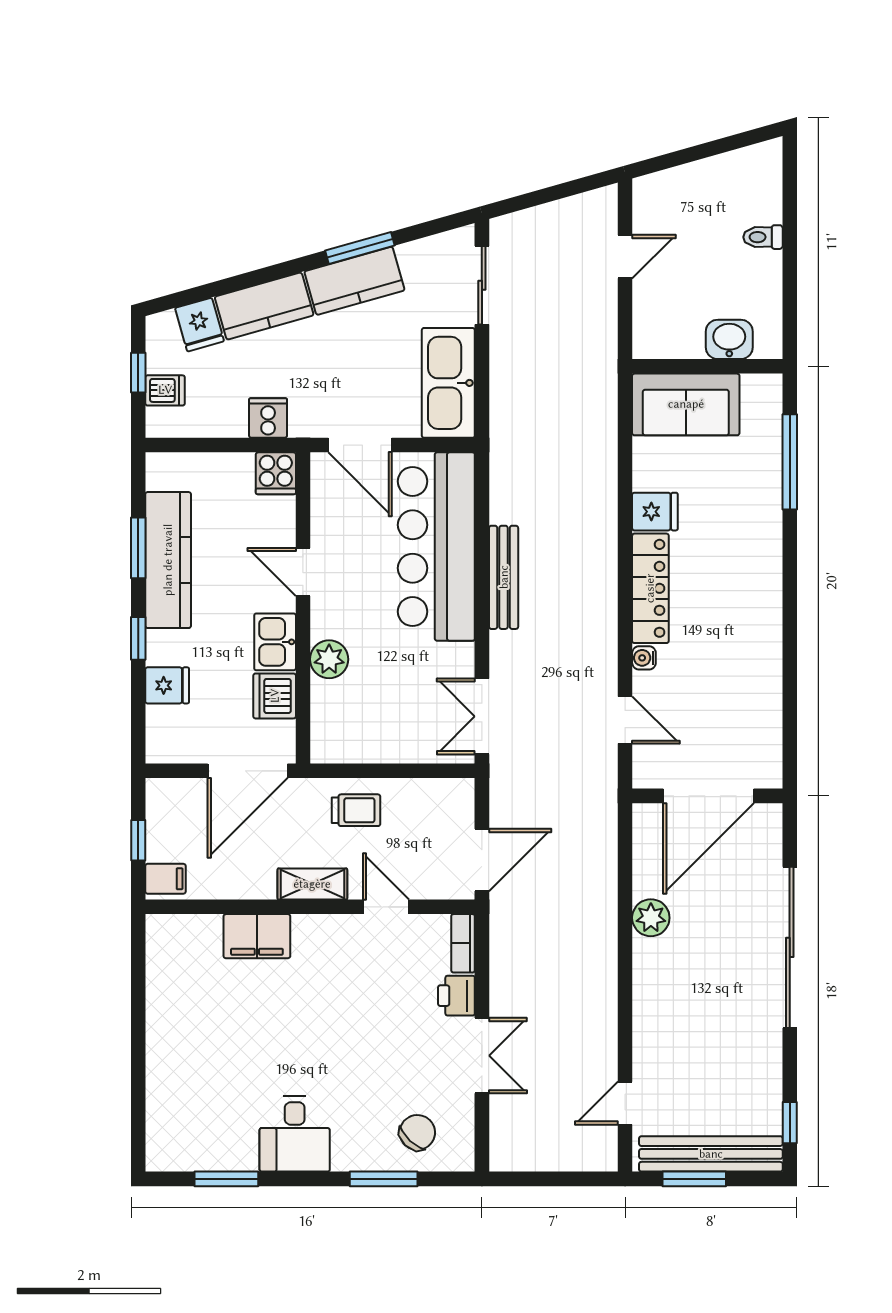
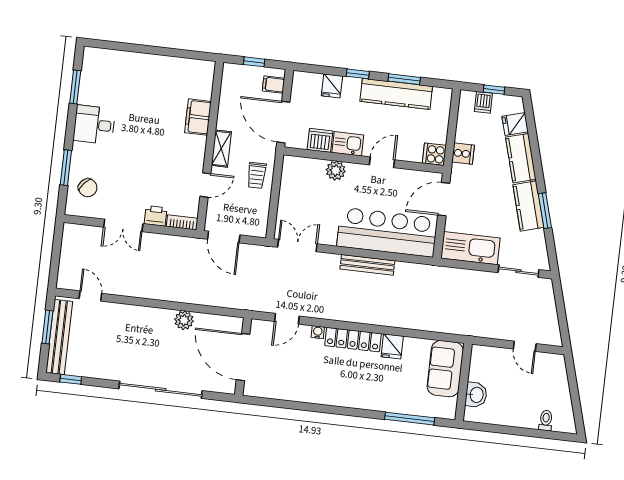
toilet: (763, 237) -> (546, 420), moved
filing cabinet: (166, 879) -> (273, 85), moved, turned 90

